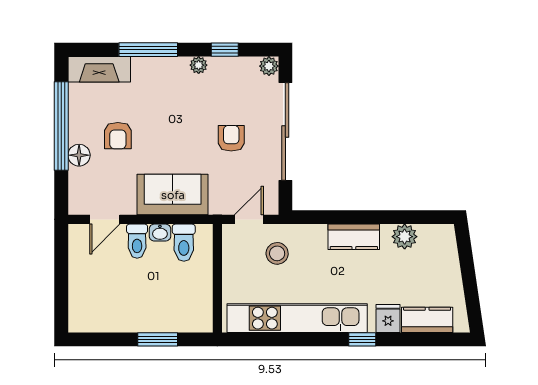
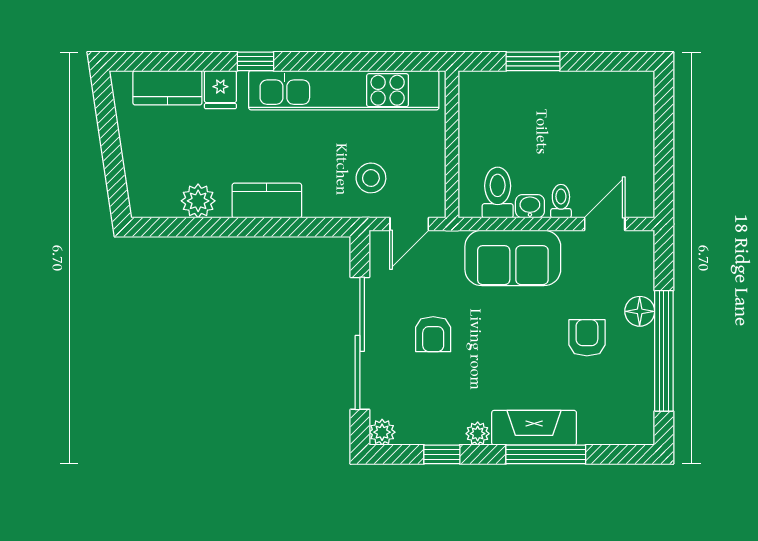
fireplace: (99, 69) -> (534, 428), moved
toilet: (137, 241) -> (561, 201), width x0.73, depth x0.72

